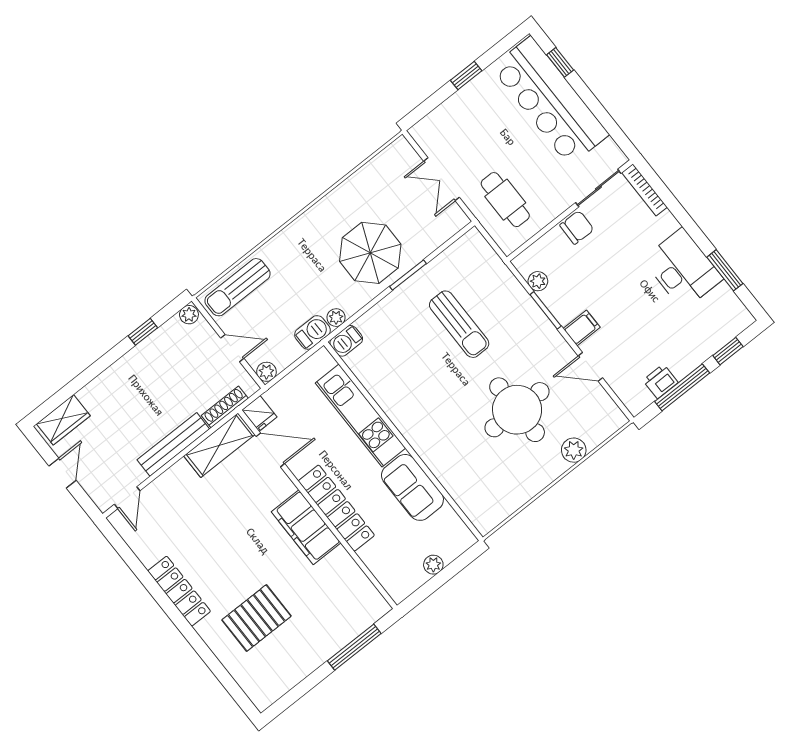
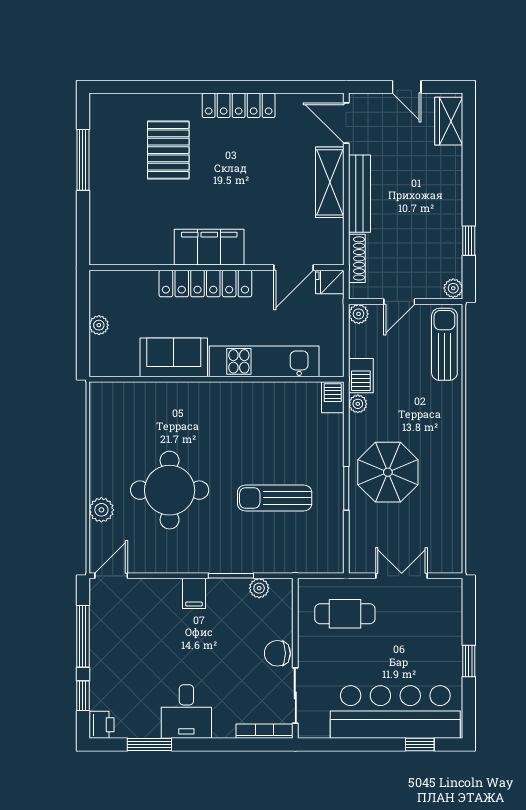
chair: (577, 227) -> (277, 653), turned 89
desk: (683, 269) -> (186, 712), width x0.73
door: (590, 367) -> (111, 576), moved
printer: (660, 381) -> (101, 725), moved
shelving: (219, 445) -> (330, 182), moved
door: (127, 498) -> (346, 123), width x1.38
window: (354, 647) -> (83, 160), moved

